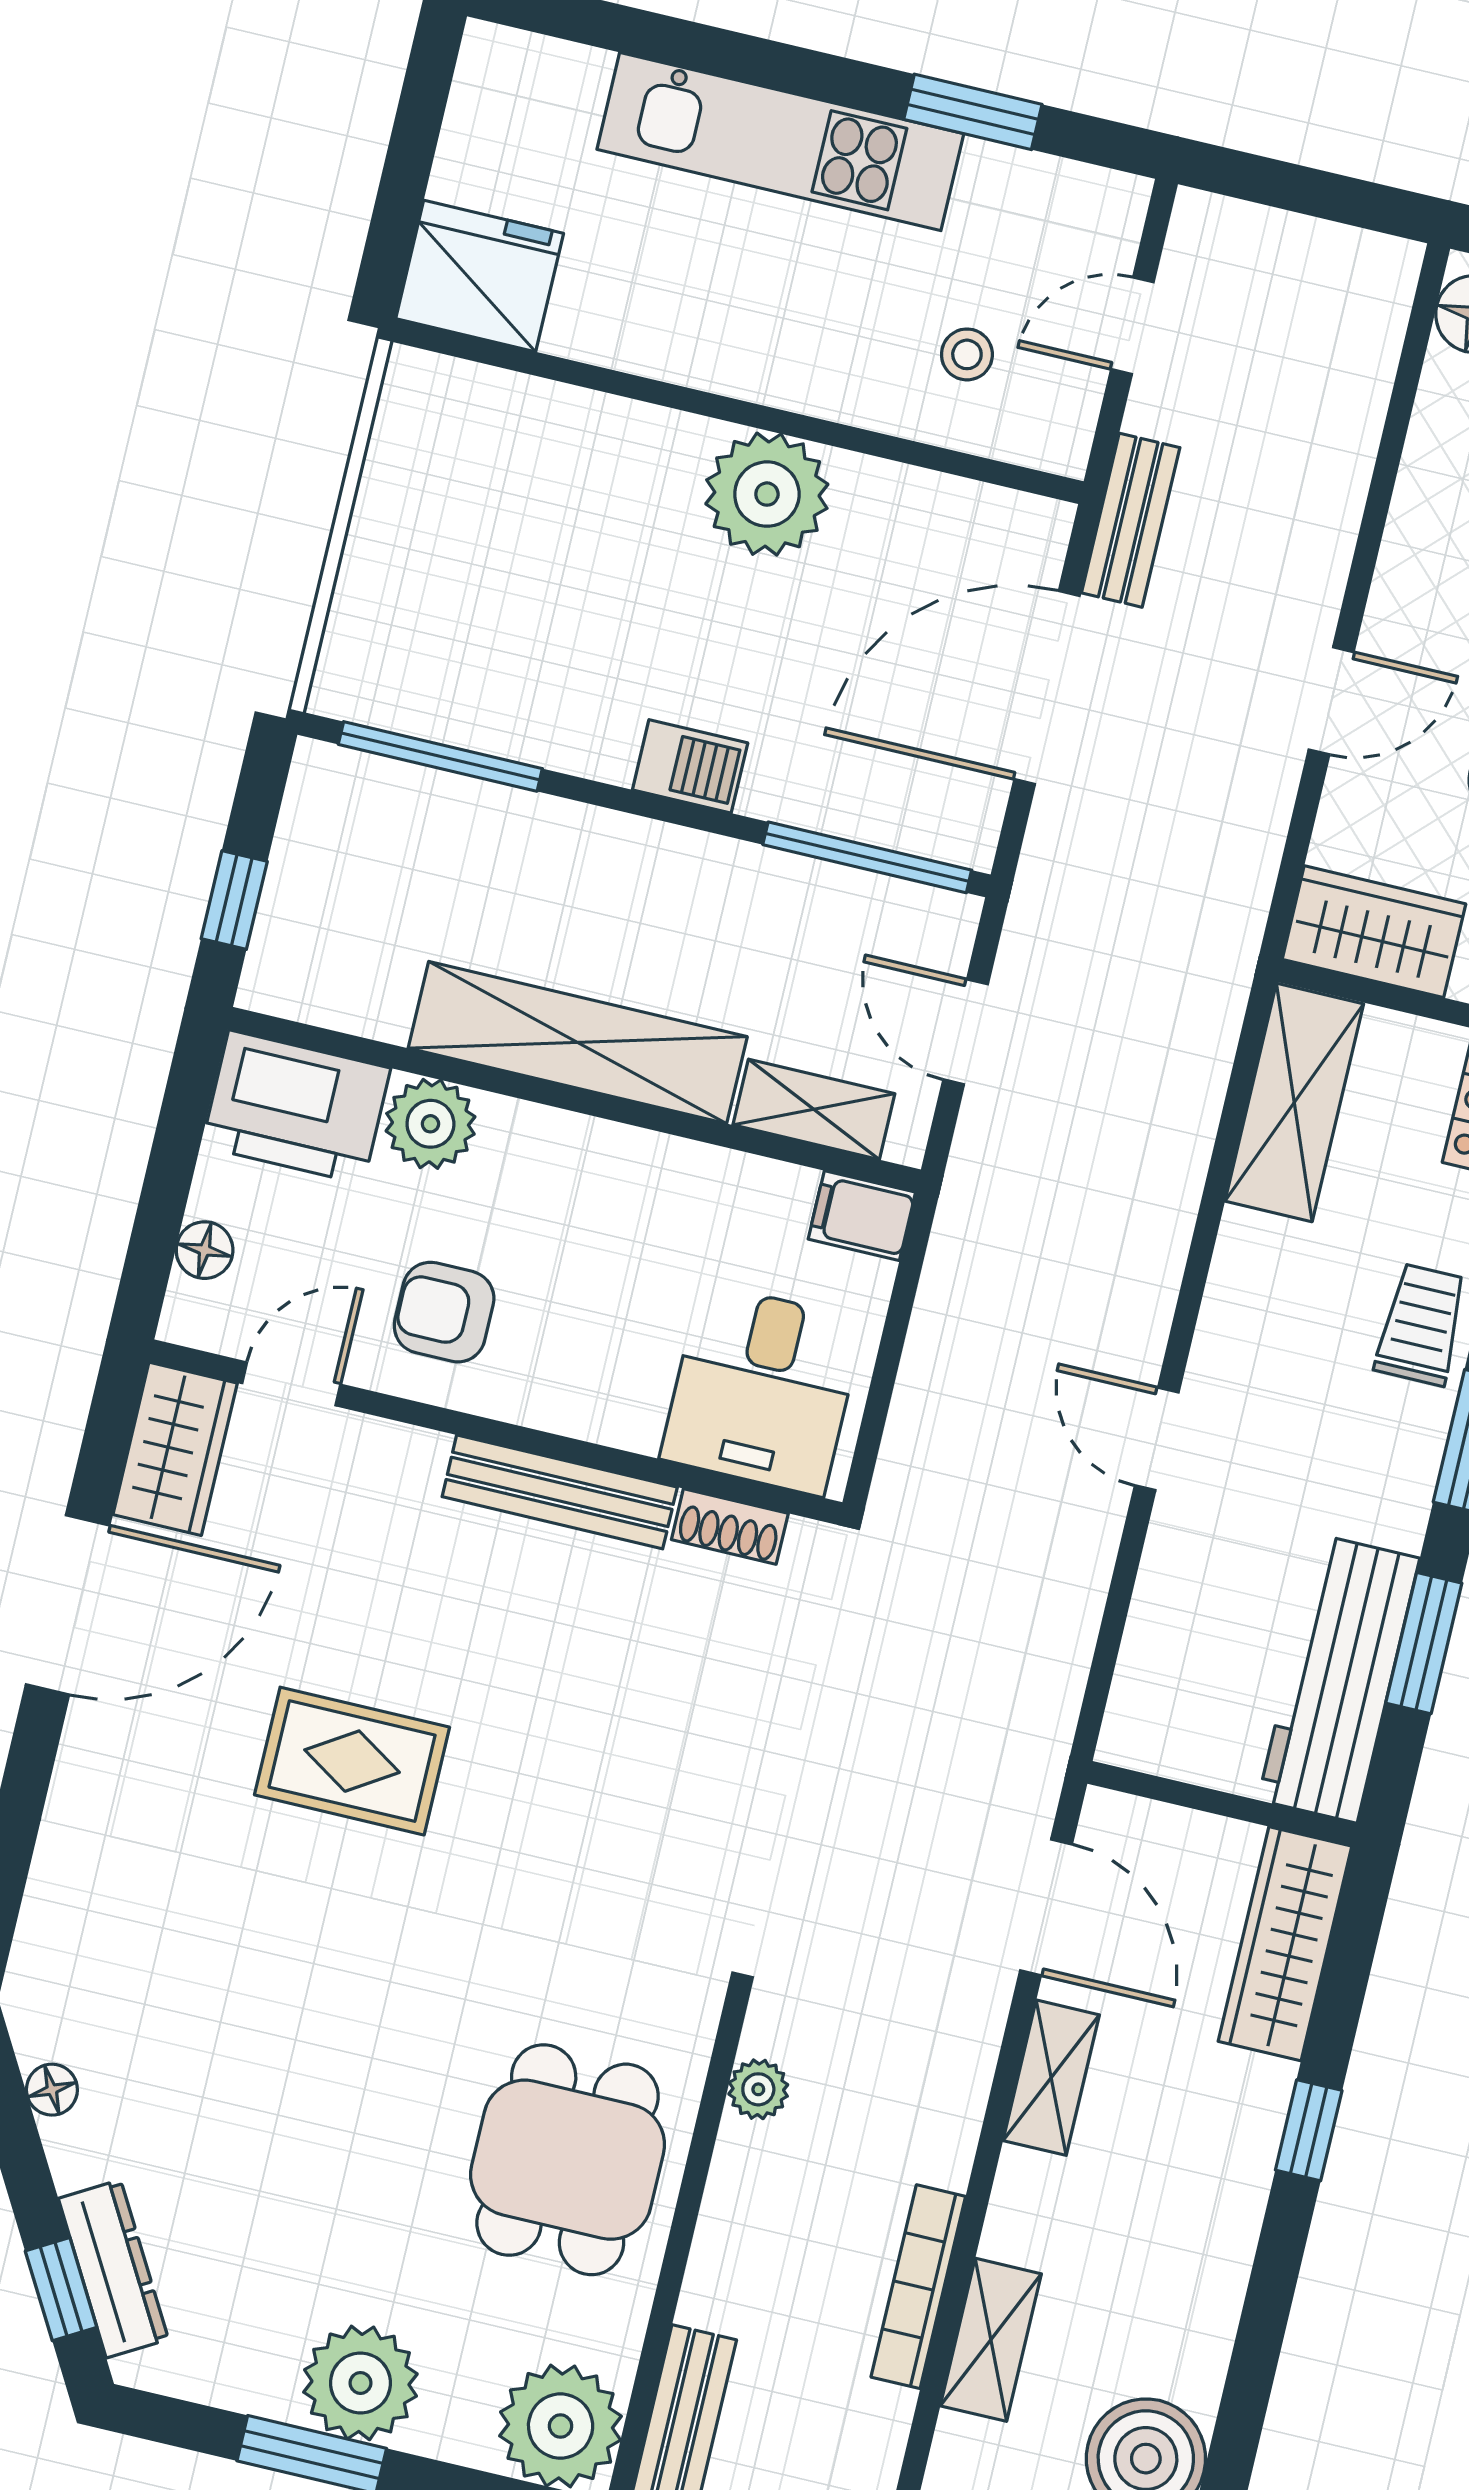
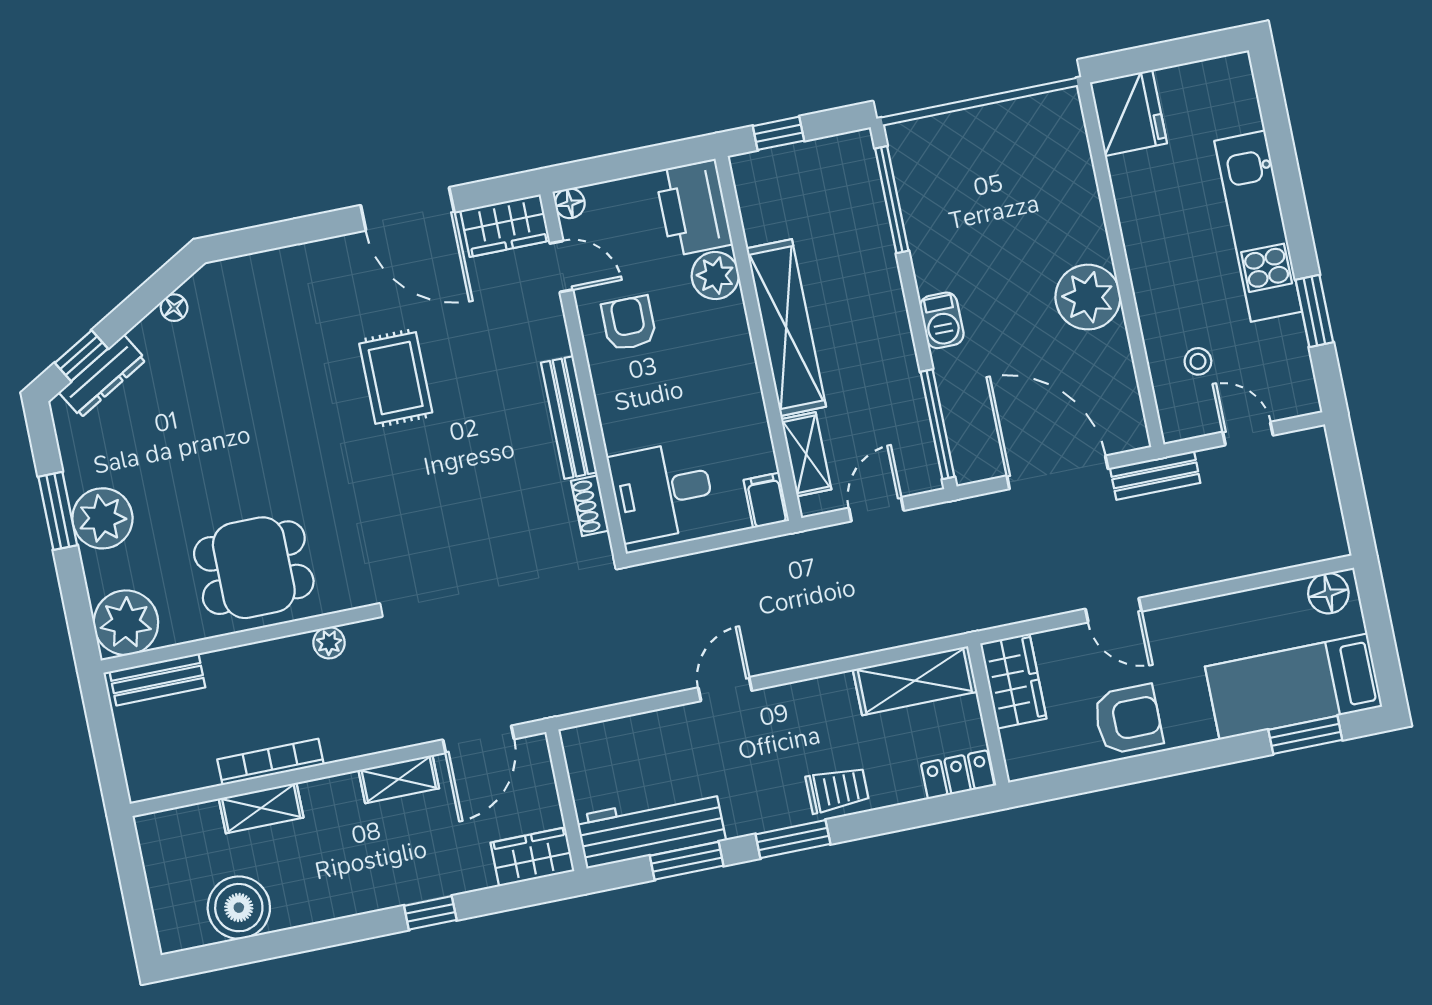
floor lamp: (205, 1250) -> (570, 203), moved
wardrobe: (1285, 1944) -> (532, 857), width x0.67

